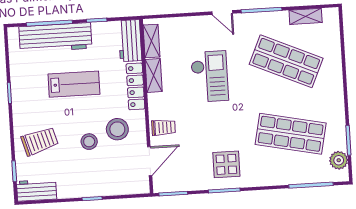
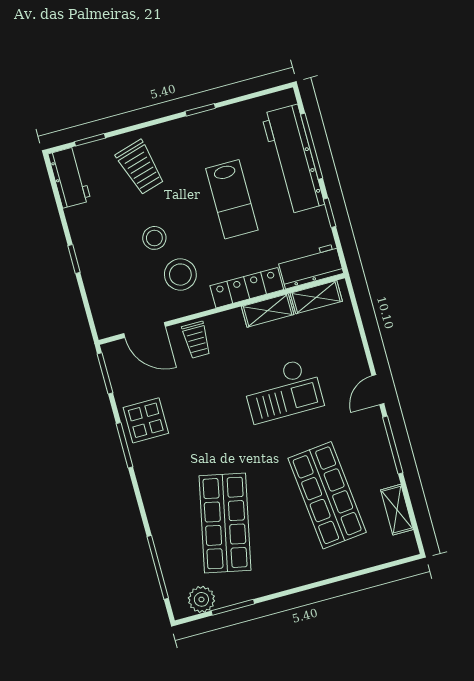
shop shelf: (286, 61) -> (327, 495), turned -30
display table: (226, 164) -> (146, 420), moved

